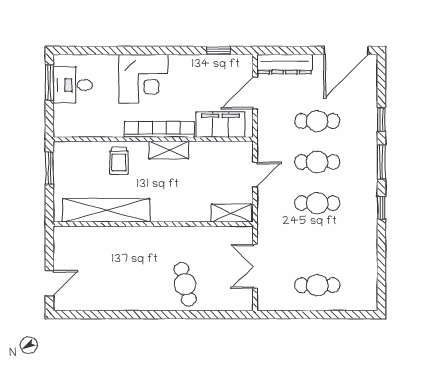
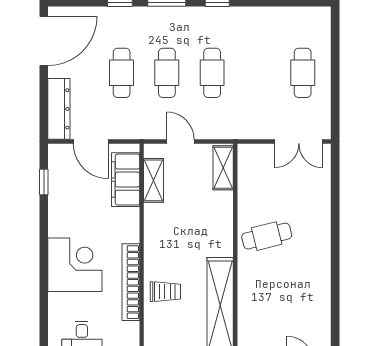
door: (346, 51) -> (44, 41), hinge flipped
bookcase: (160, 129) -> (131, 282), moved
shelving: (169, 150) -> (154, 180), moved
double door: (255, 266) -> (299, 142), moved
cafe table: (185, 284) -> (267, 236), moved

